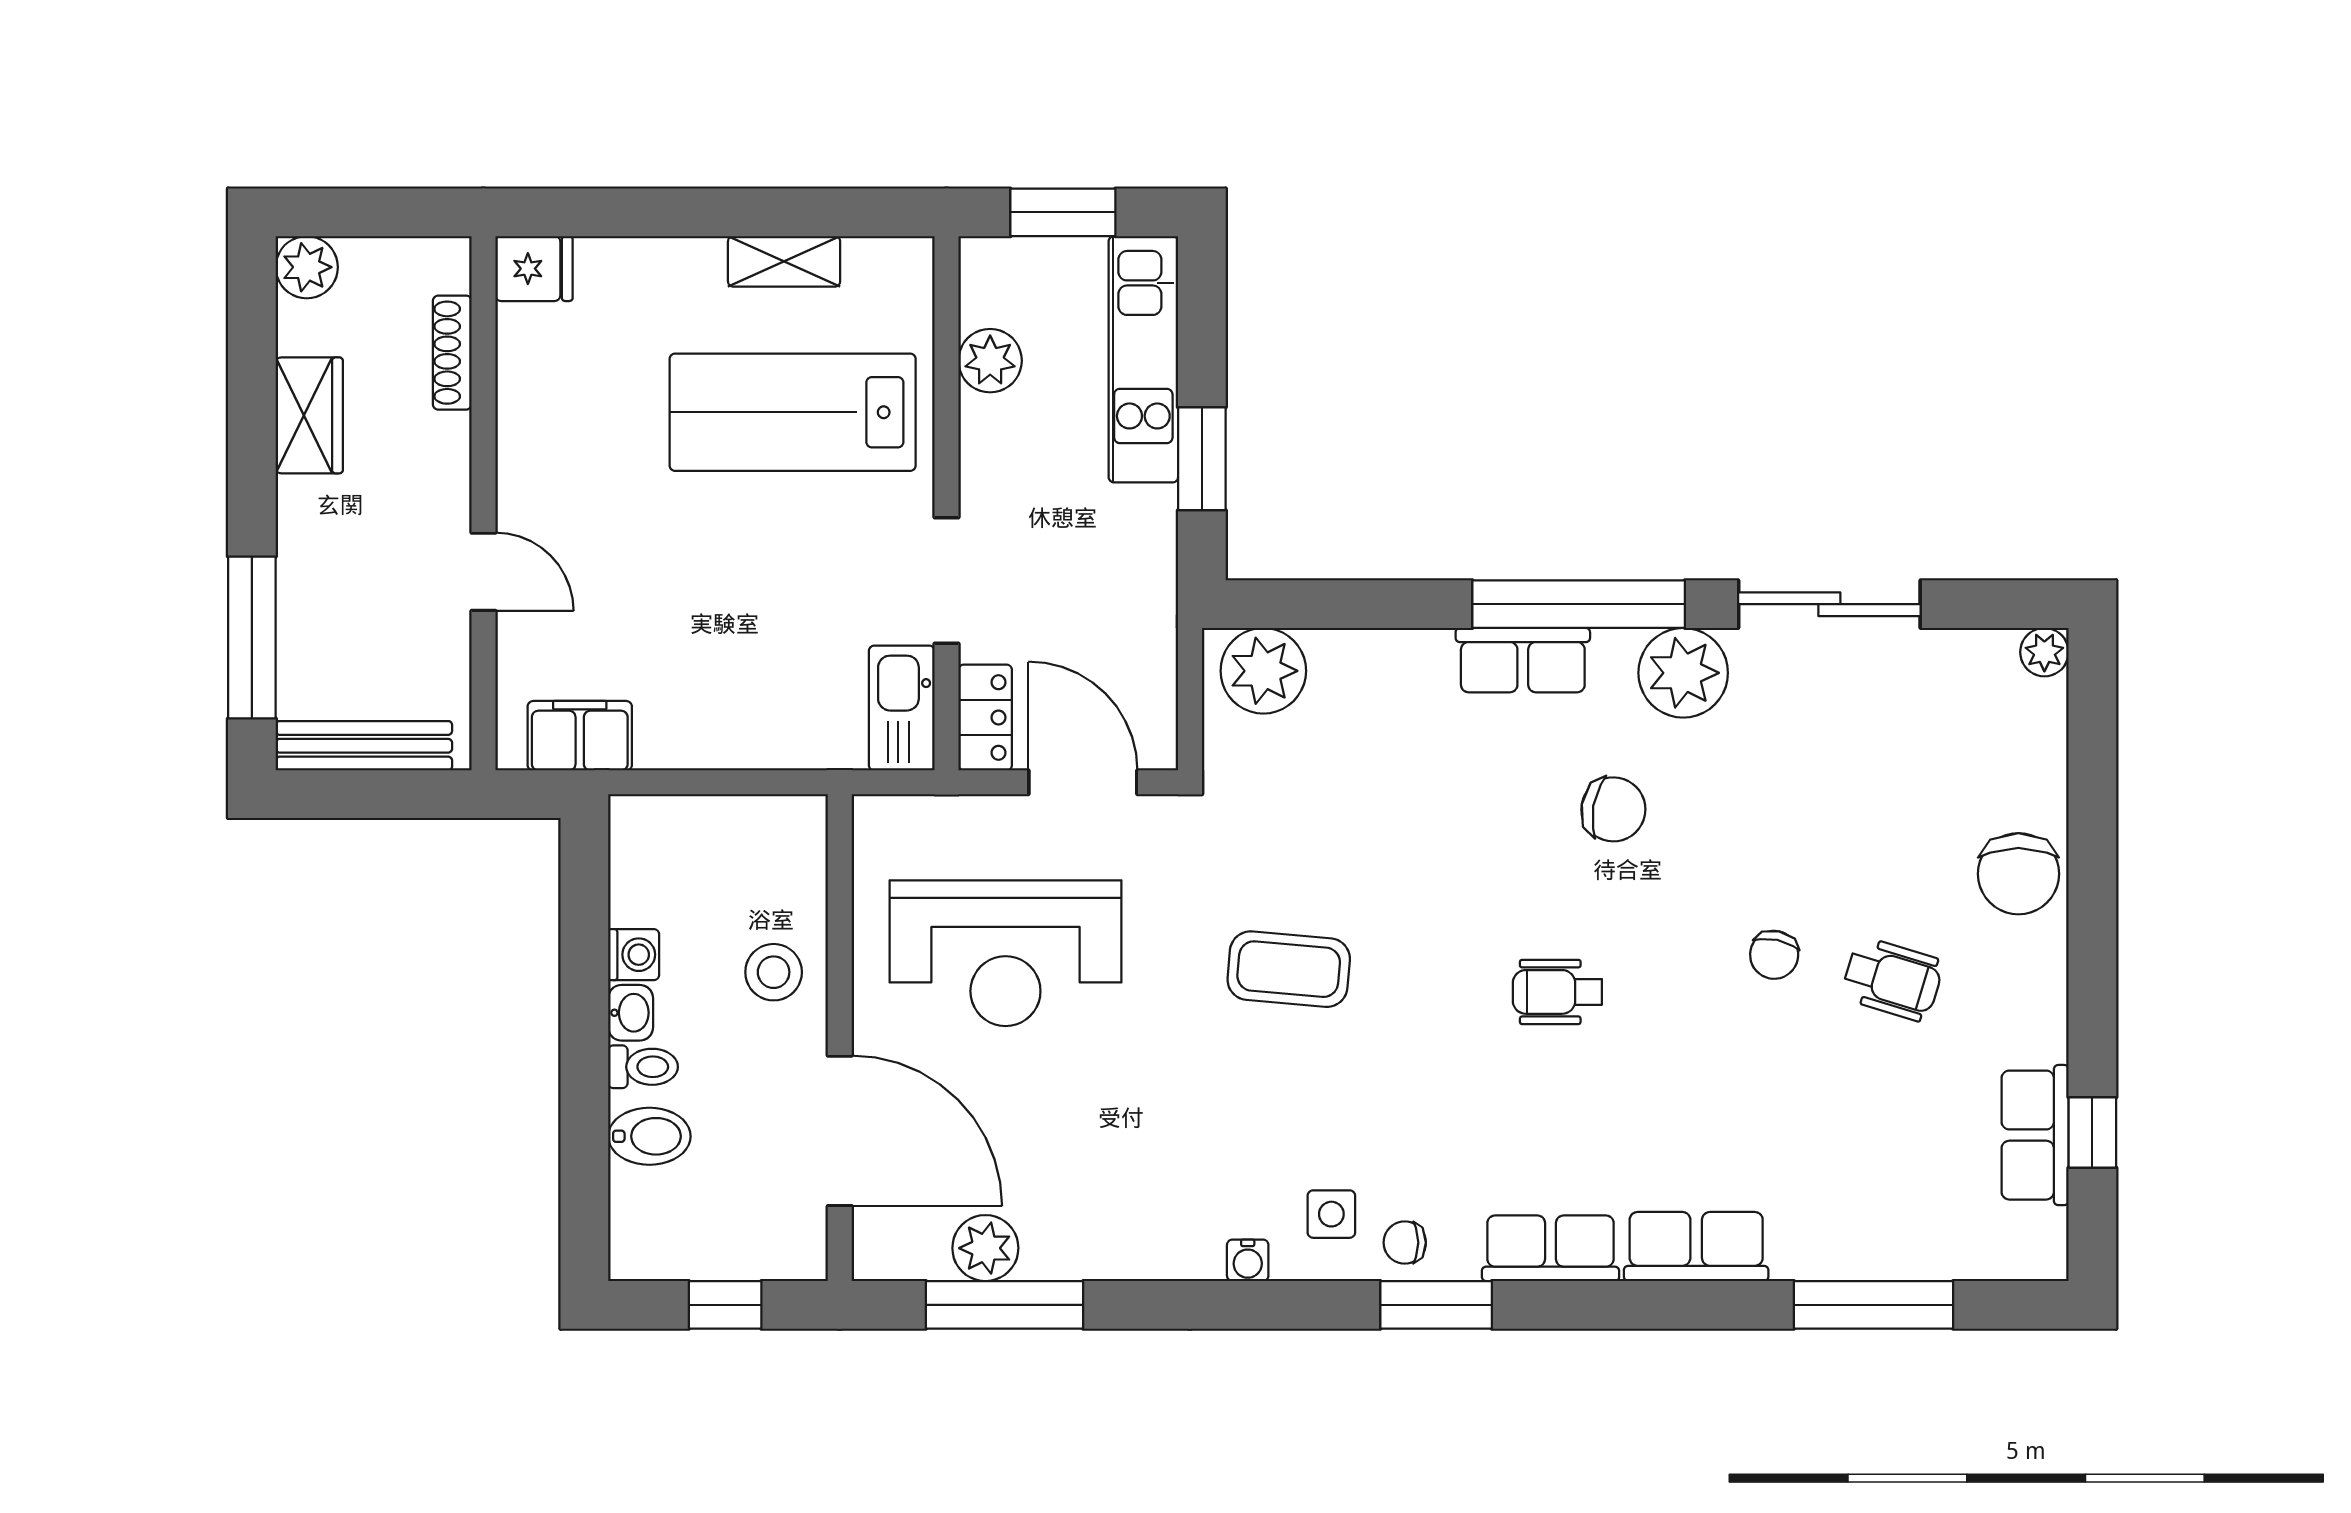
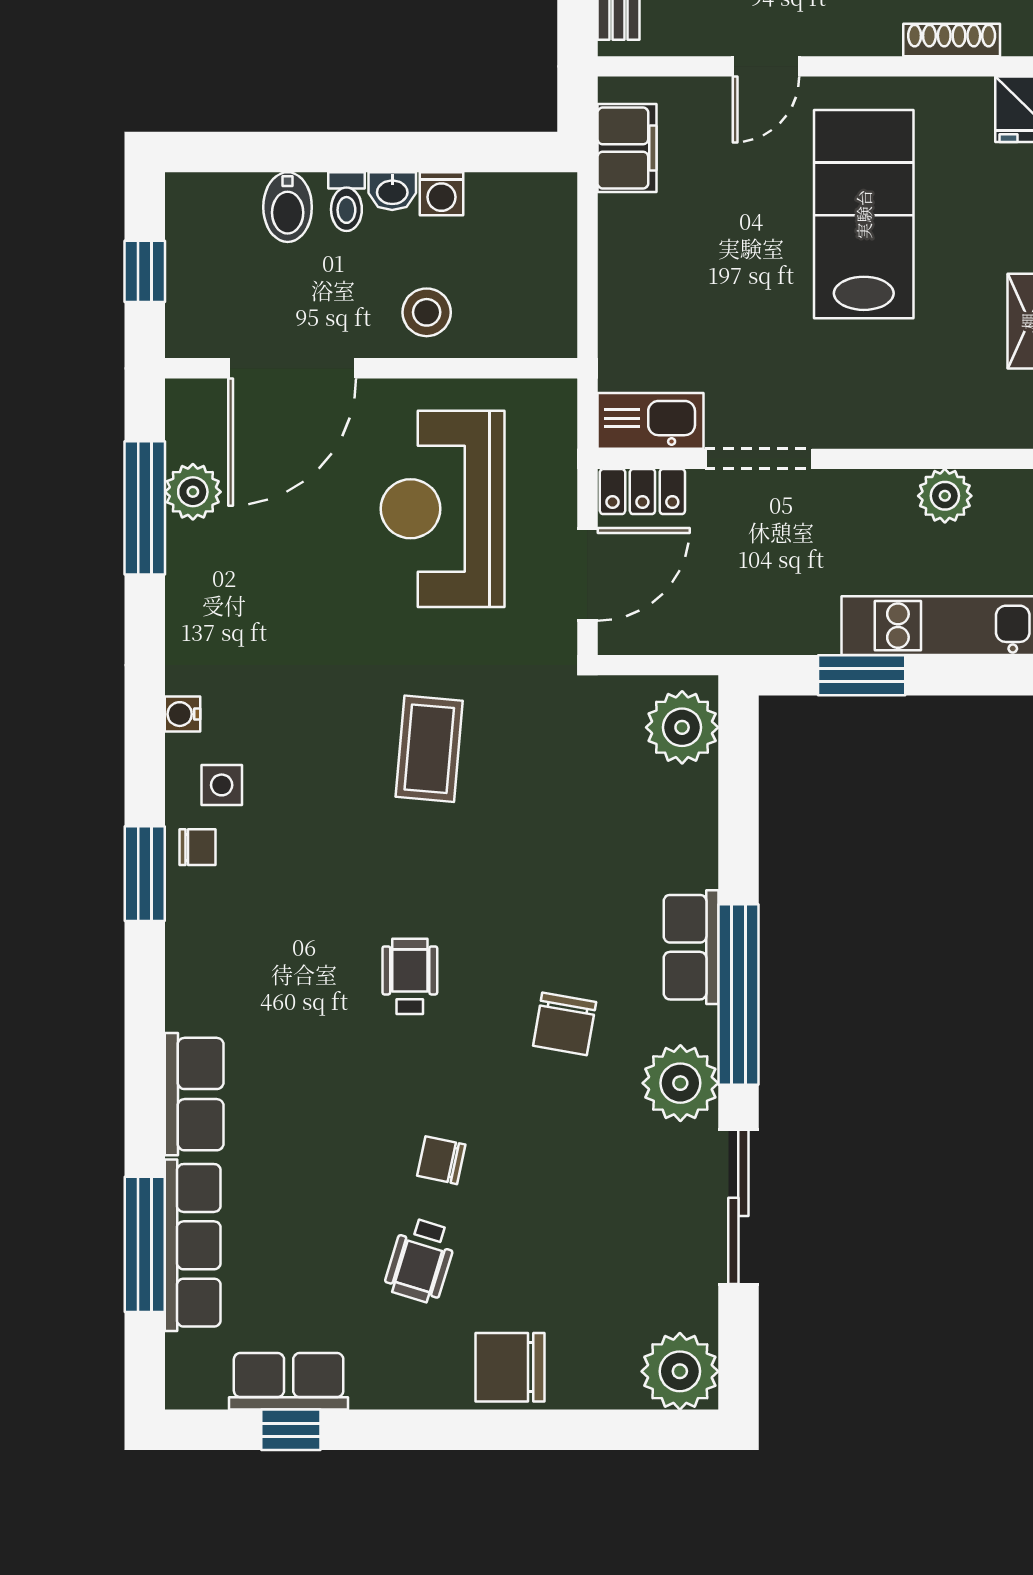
lab bench: (793, 412) -> (864, 214), moved
plant: (2044, 652) -> (680, 1371), width x1.87, depth x1.87
chair: (1405, 1243) -> (197, 847), turned 90
row of seats: (1550, 1248) -> (193, 1245), moved, width x1.48

